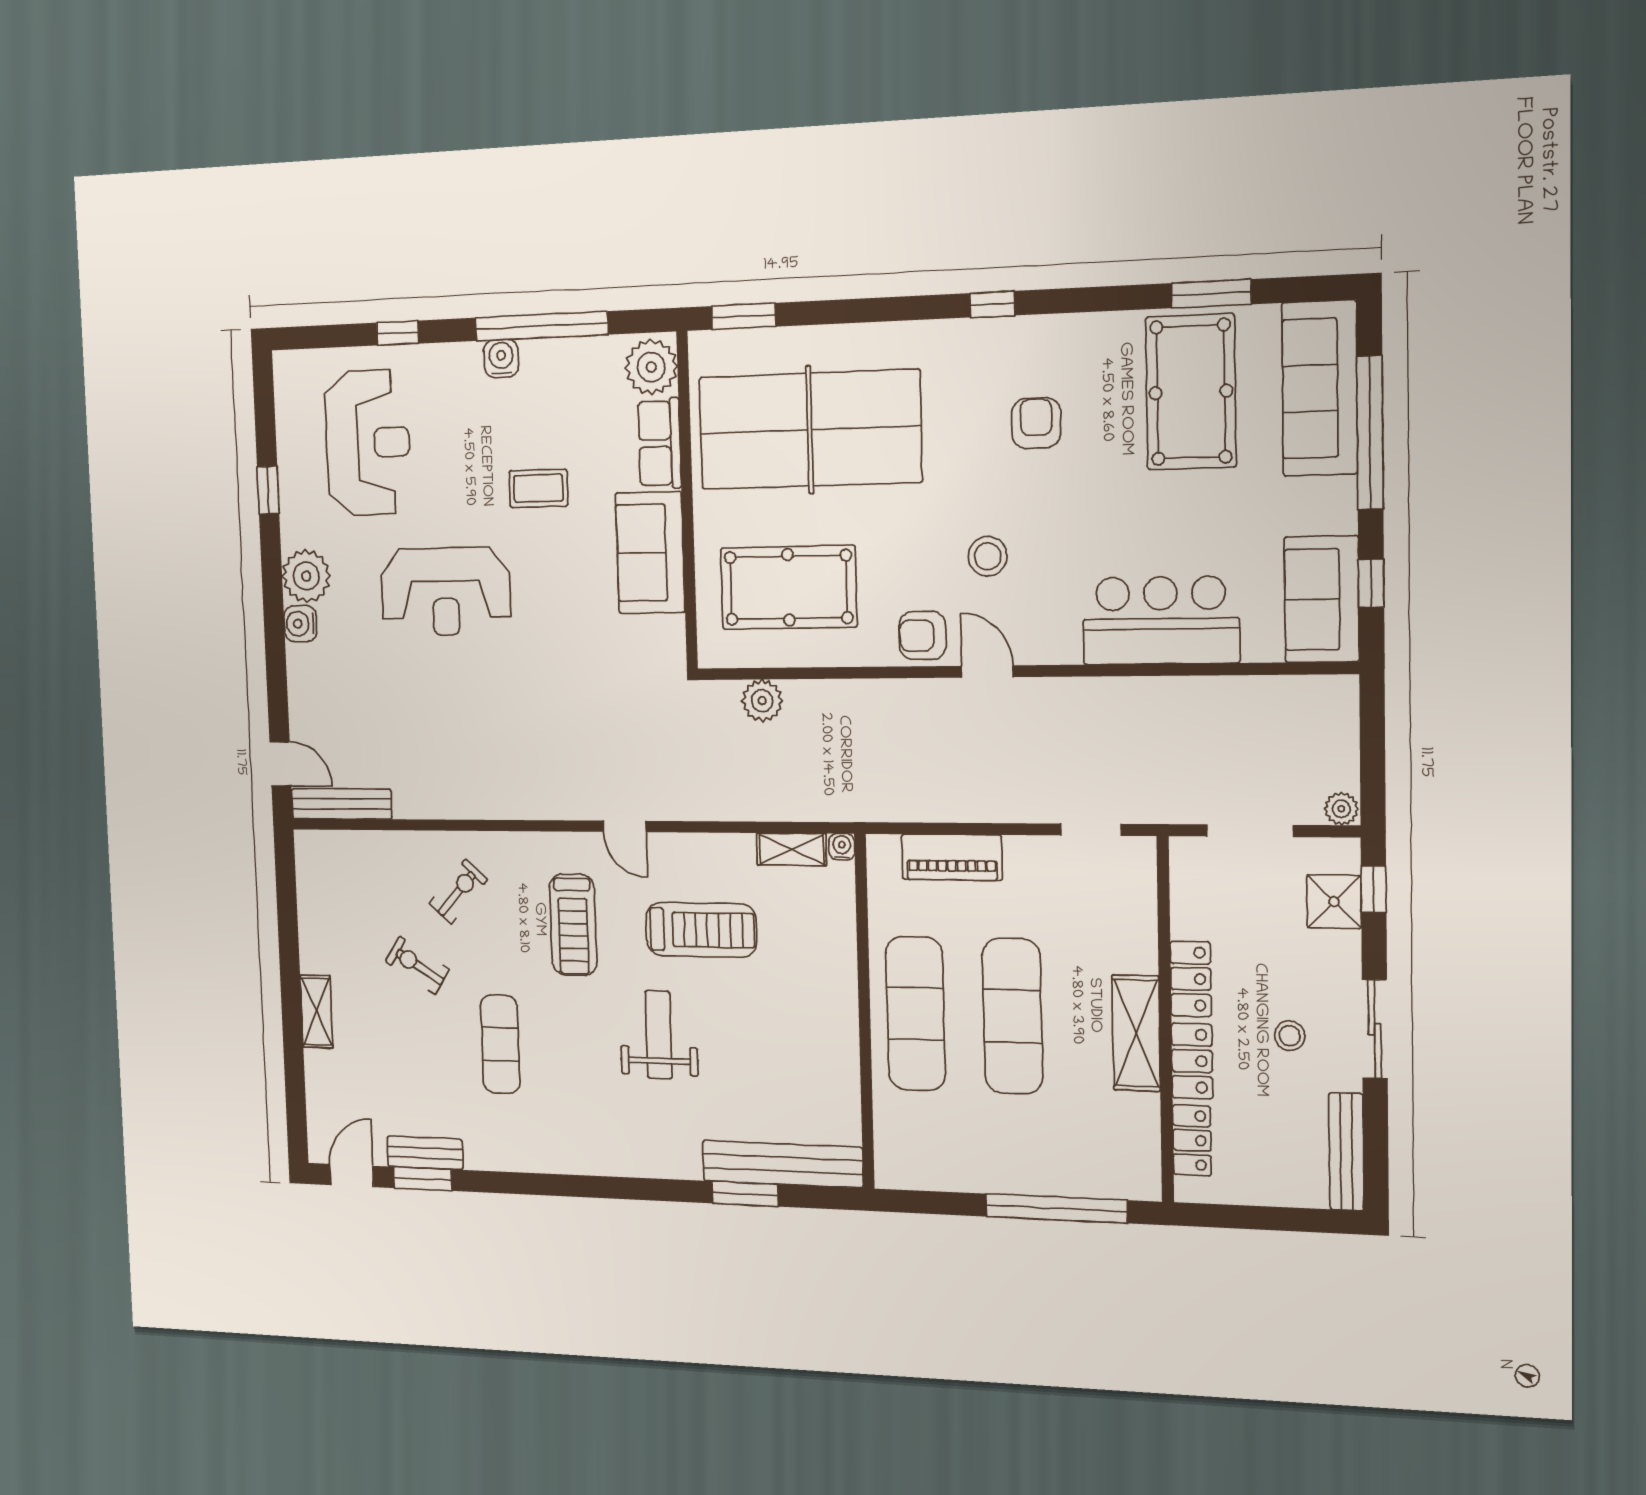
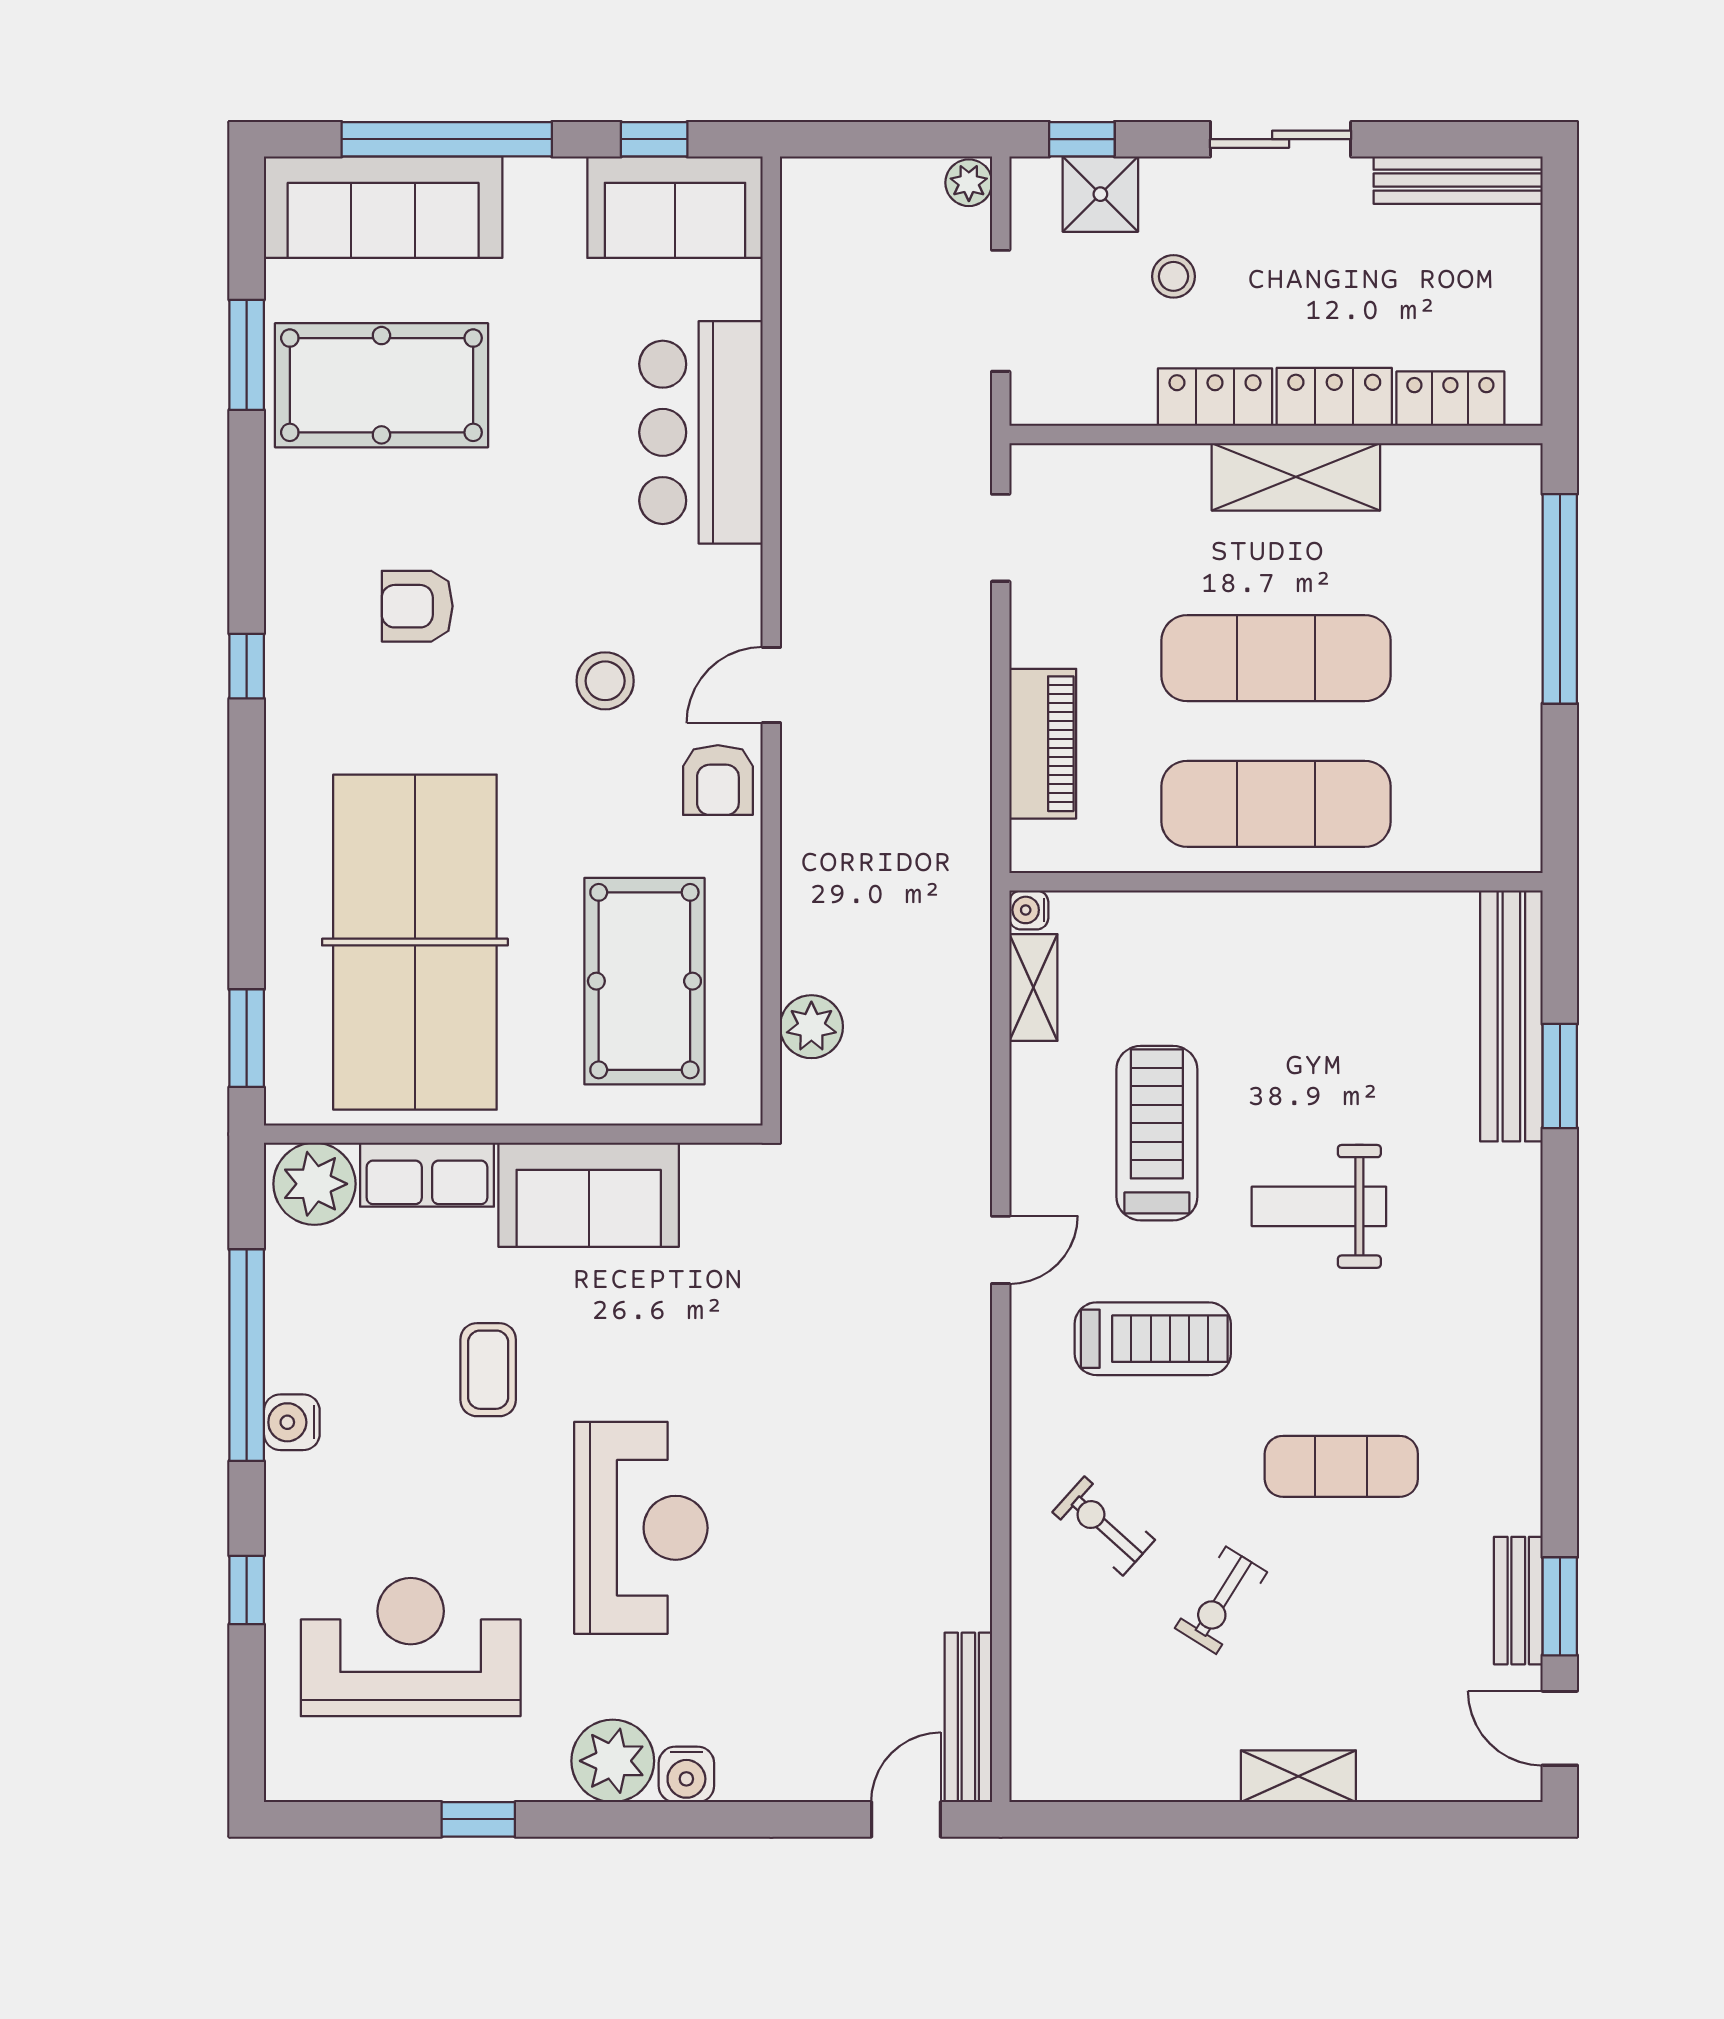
stool: (1290, 1036) -> (1173, 276), moved

